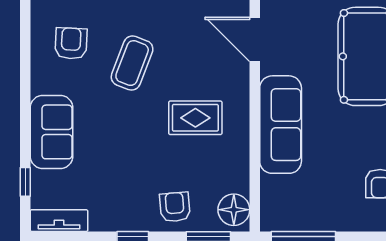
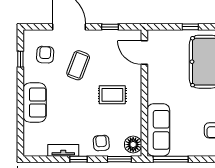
sofa: (281, 125) -> (158, 130), moved
window: (25, 182) -> (20, 59), moved
tv unit: (59, 221) -> (63, 150), moved

